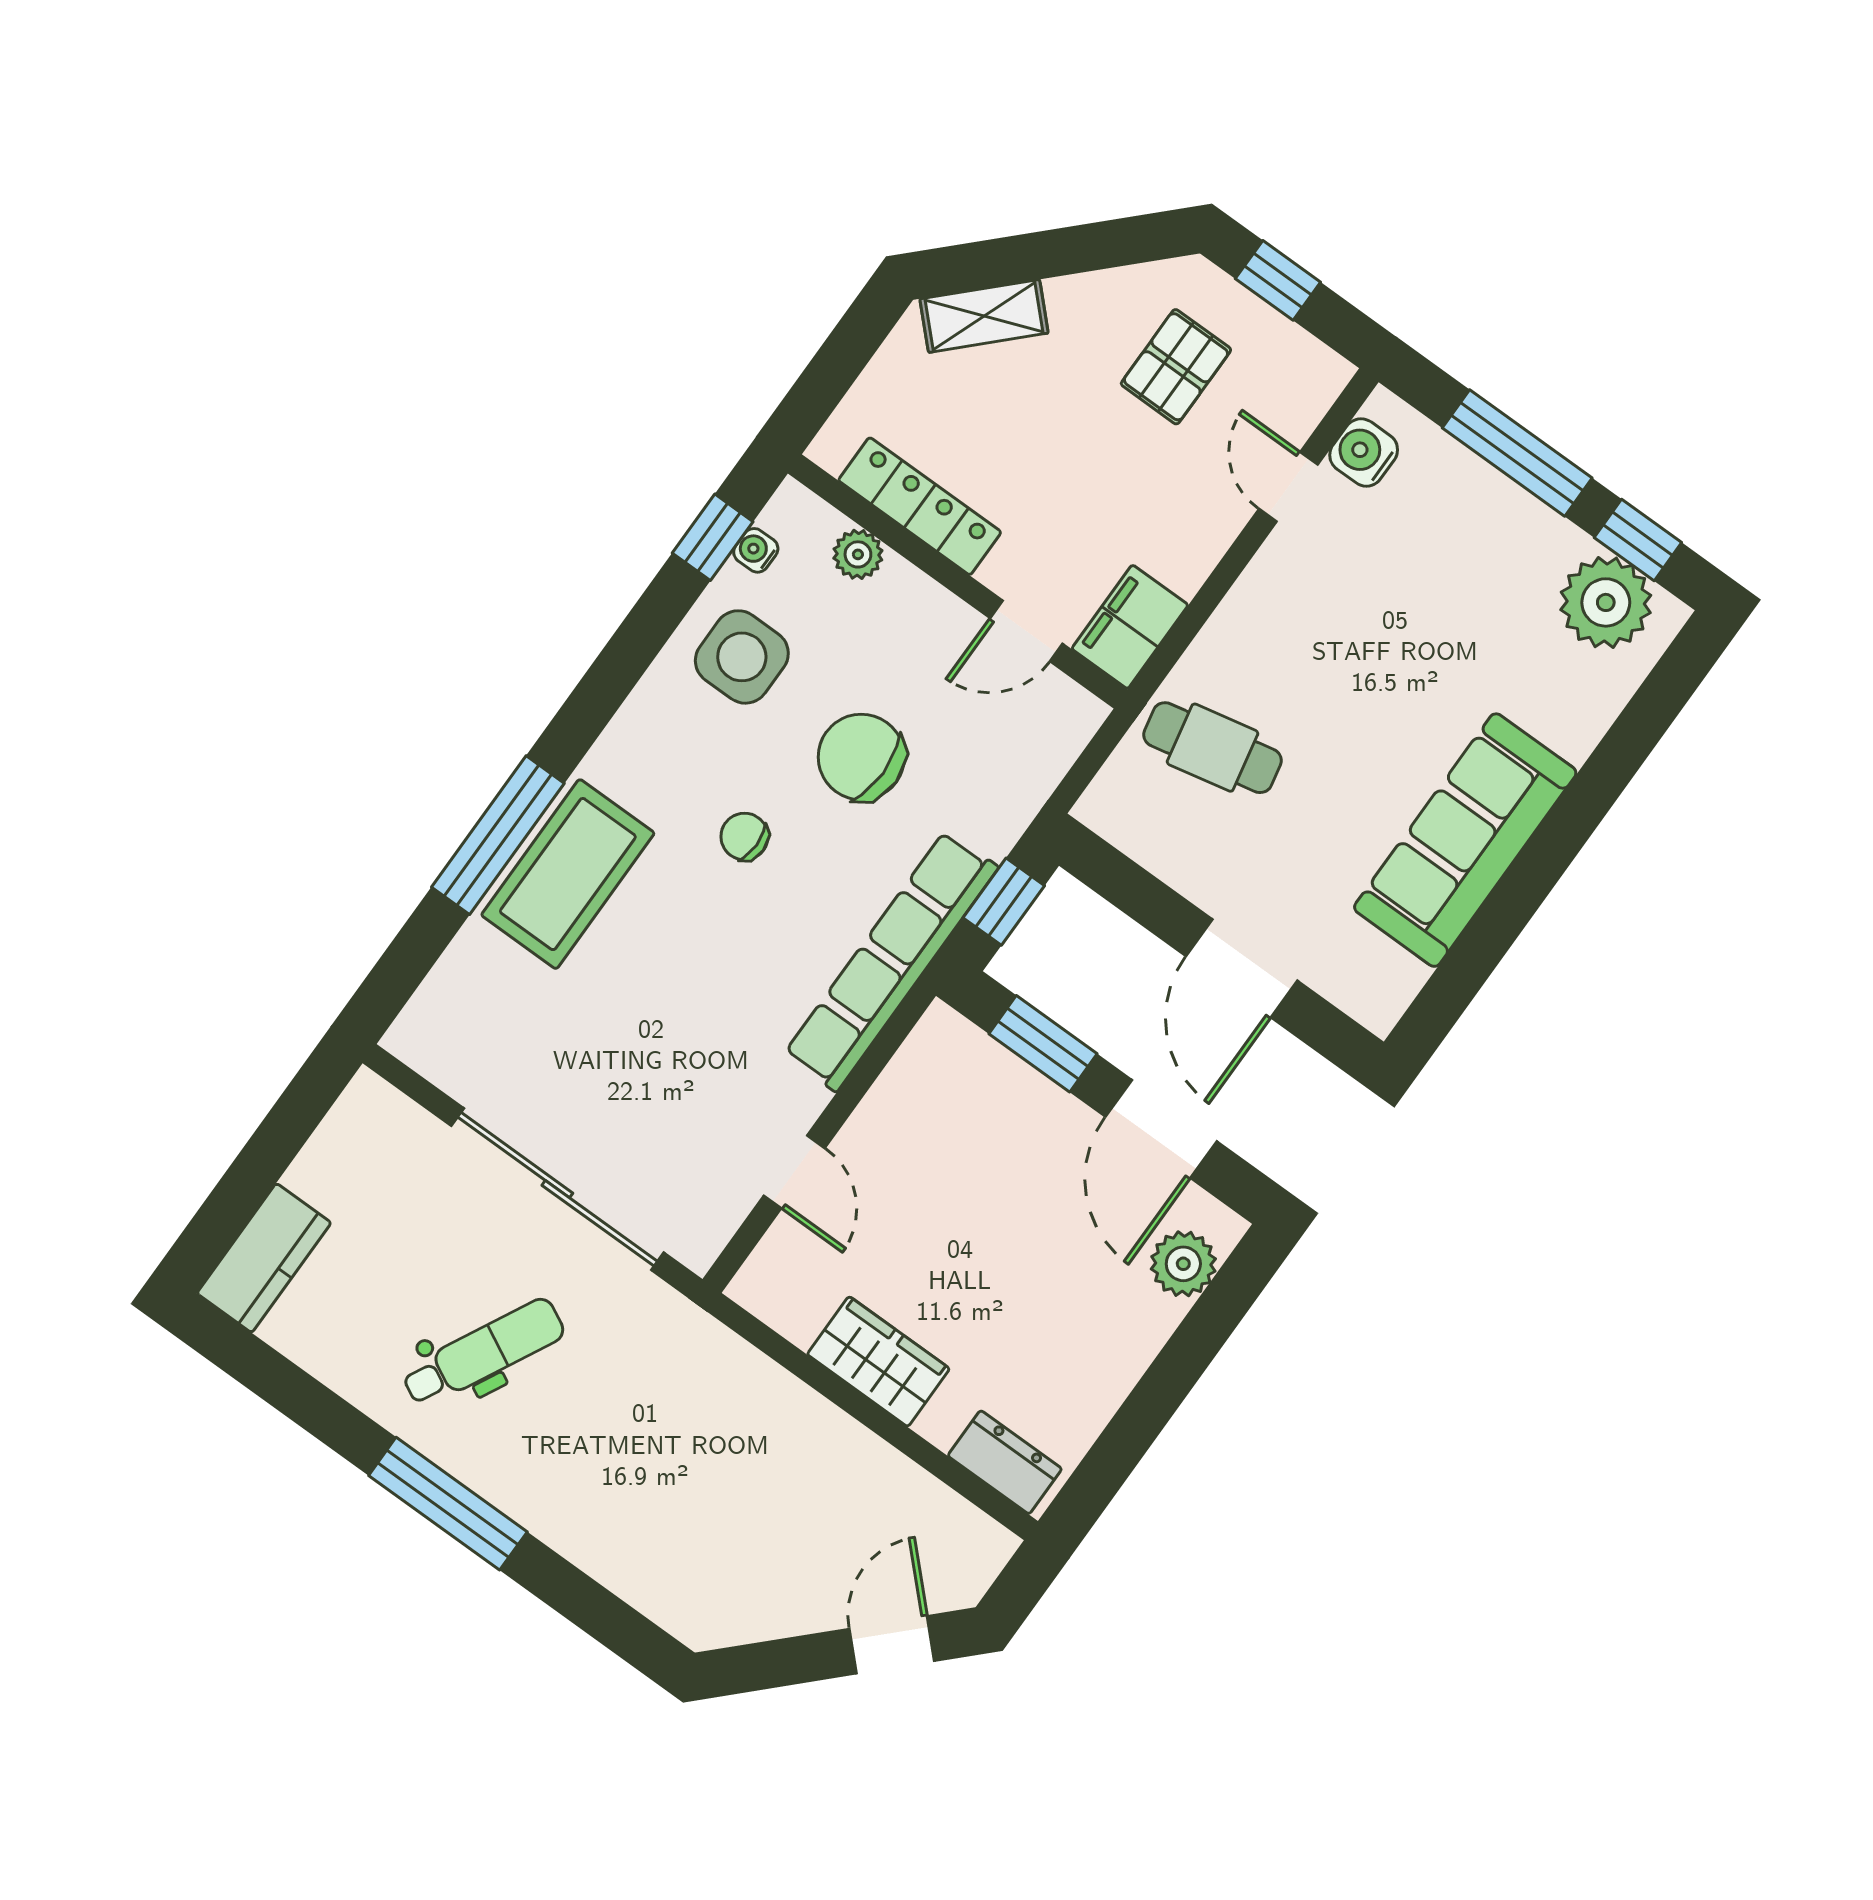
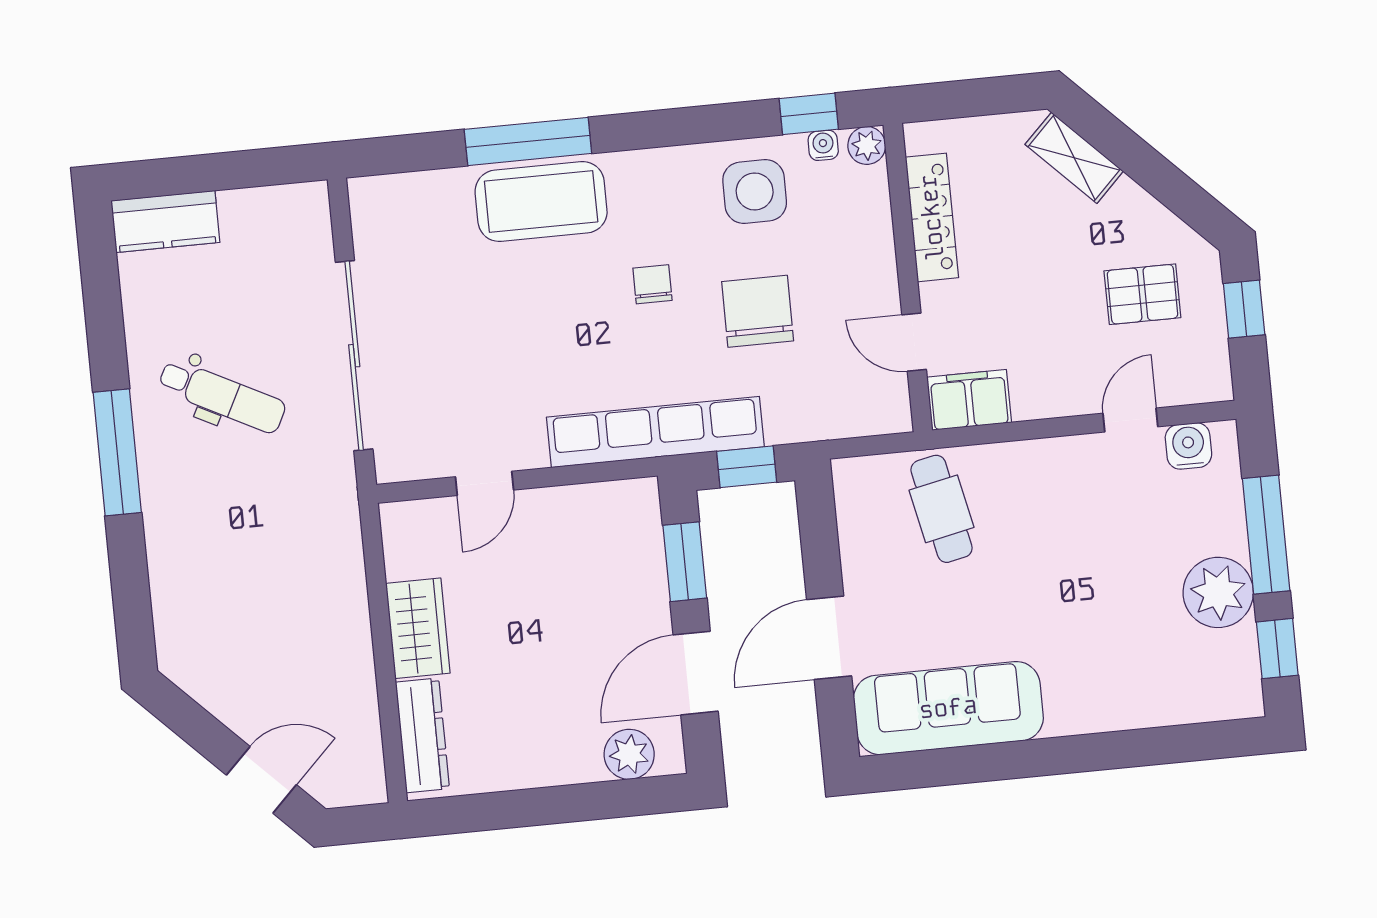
plant: (858, 554) -> (867, 145), moved
plant: (1606, 602) -> (1218, 592), moved
sofa: (1465, 840) -> (948, 708), moved
dresser: (1005, 1462) -> (422, 735), width x1.44

